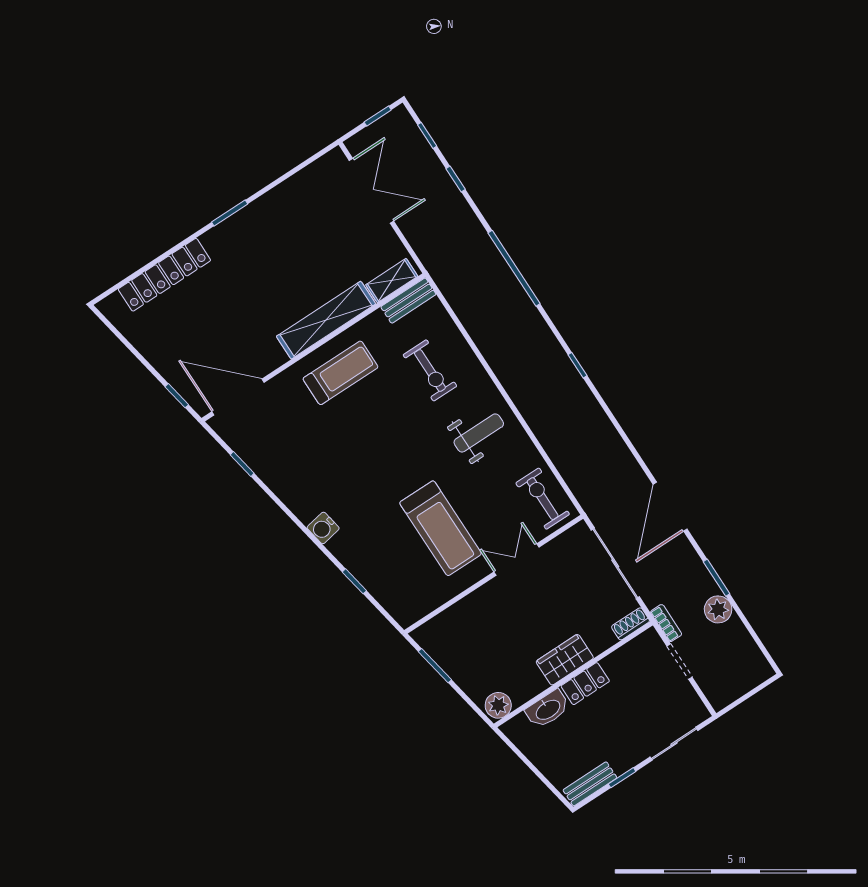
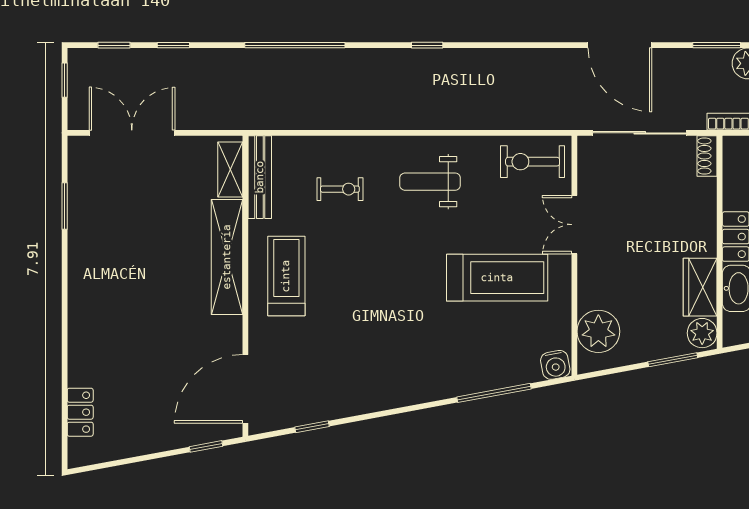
window: (230, 213) -> (65, 206), moved
locker: (164, 275) -> (80, 412), width x0.46, depth x0.83
bench: (408, 301) -> (260, 177), width x1.36
exercise bike: (430, 370) -> (340, 189), width x0.73, depth x0.72
weight bench: (479, 433) -> (430, 182), turned -90
water cooler: (323, 528) -> (555, 365), moved
window: (354, 581) -> (494, 393), width x2.17
plant: (450, 628) -> (598, 331), added
wardrobe: (565, 660) -> (700, 287), moved
window: (435, 666) -> (673, 360), moved

